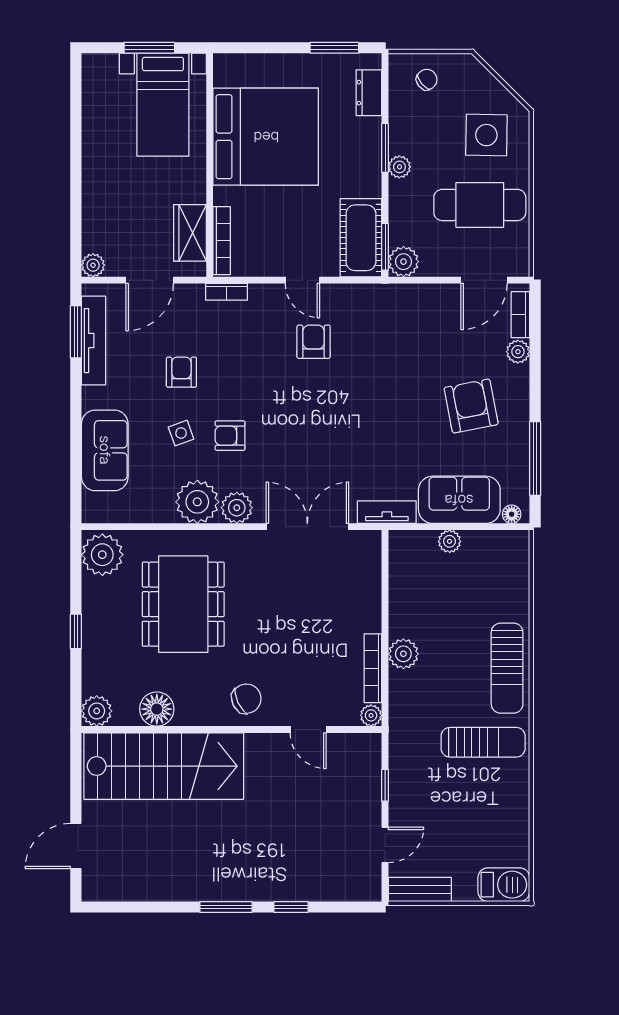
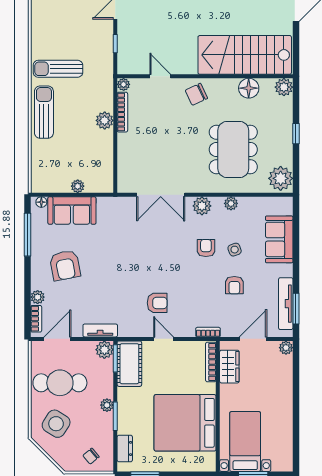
side table: (486, 135) -> (56, 424), turned 31
armchair: (314, 342) -> (157, 303), turned -90
armchair: (230, 436) -> (206, 248), turned -90
plant: (197, 502) -> (231, 203), width x0.53, depth x0.53
tv unit: (387, 512) -> (100, 330), moved, turned 180

